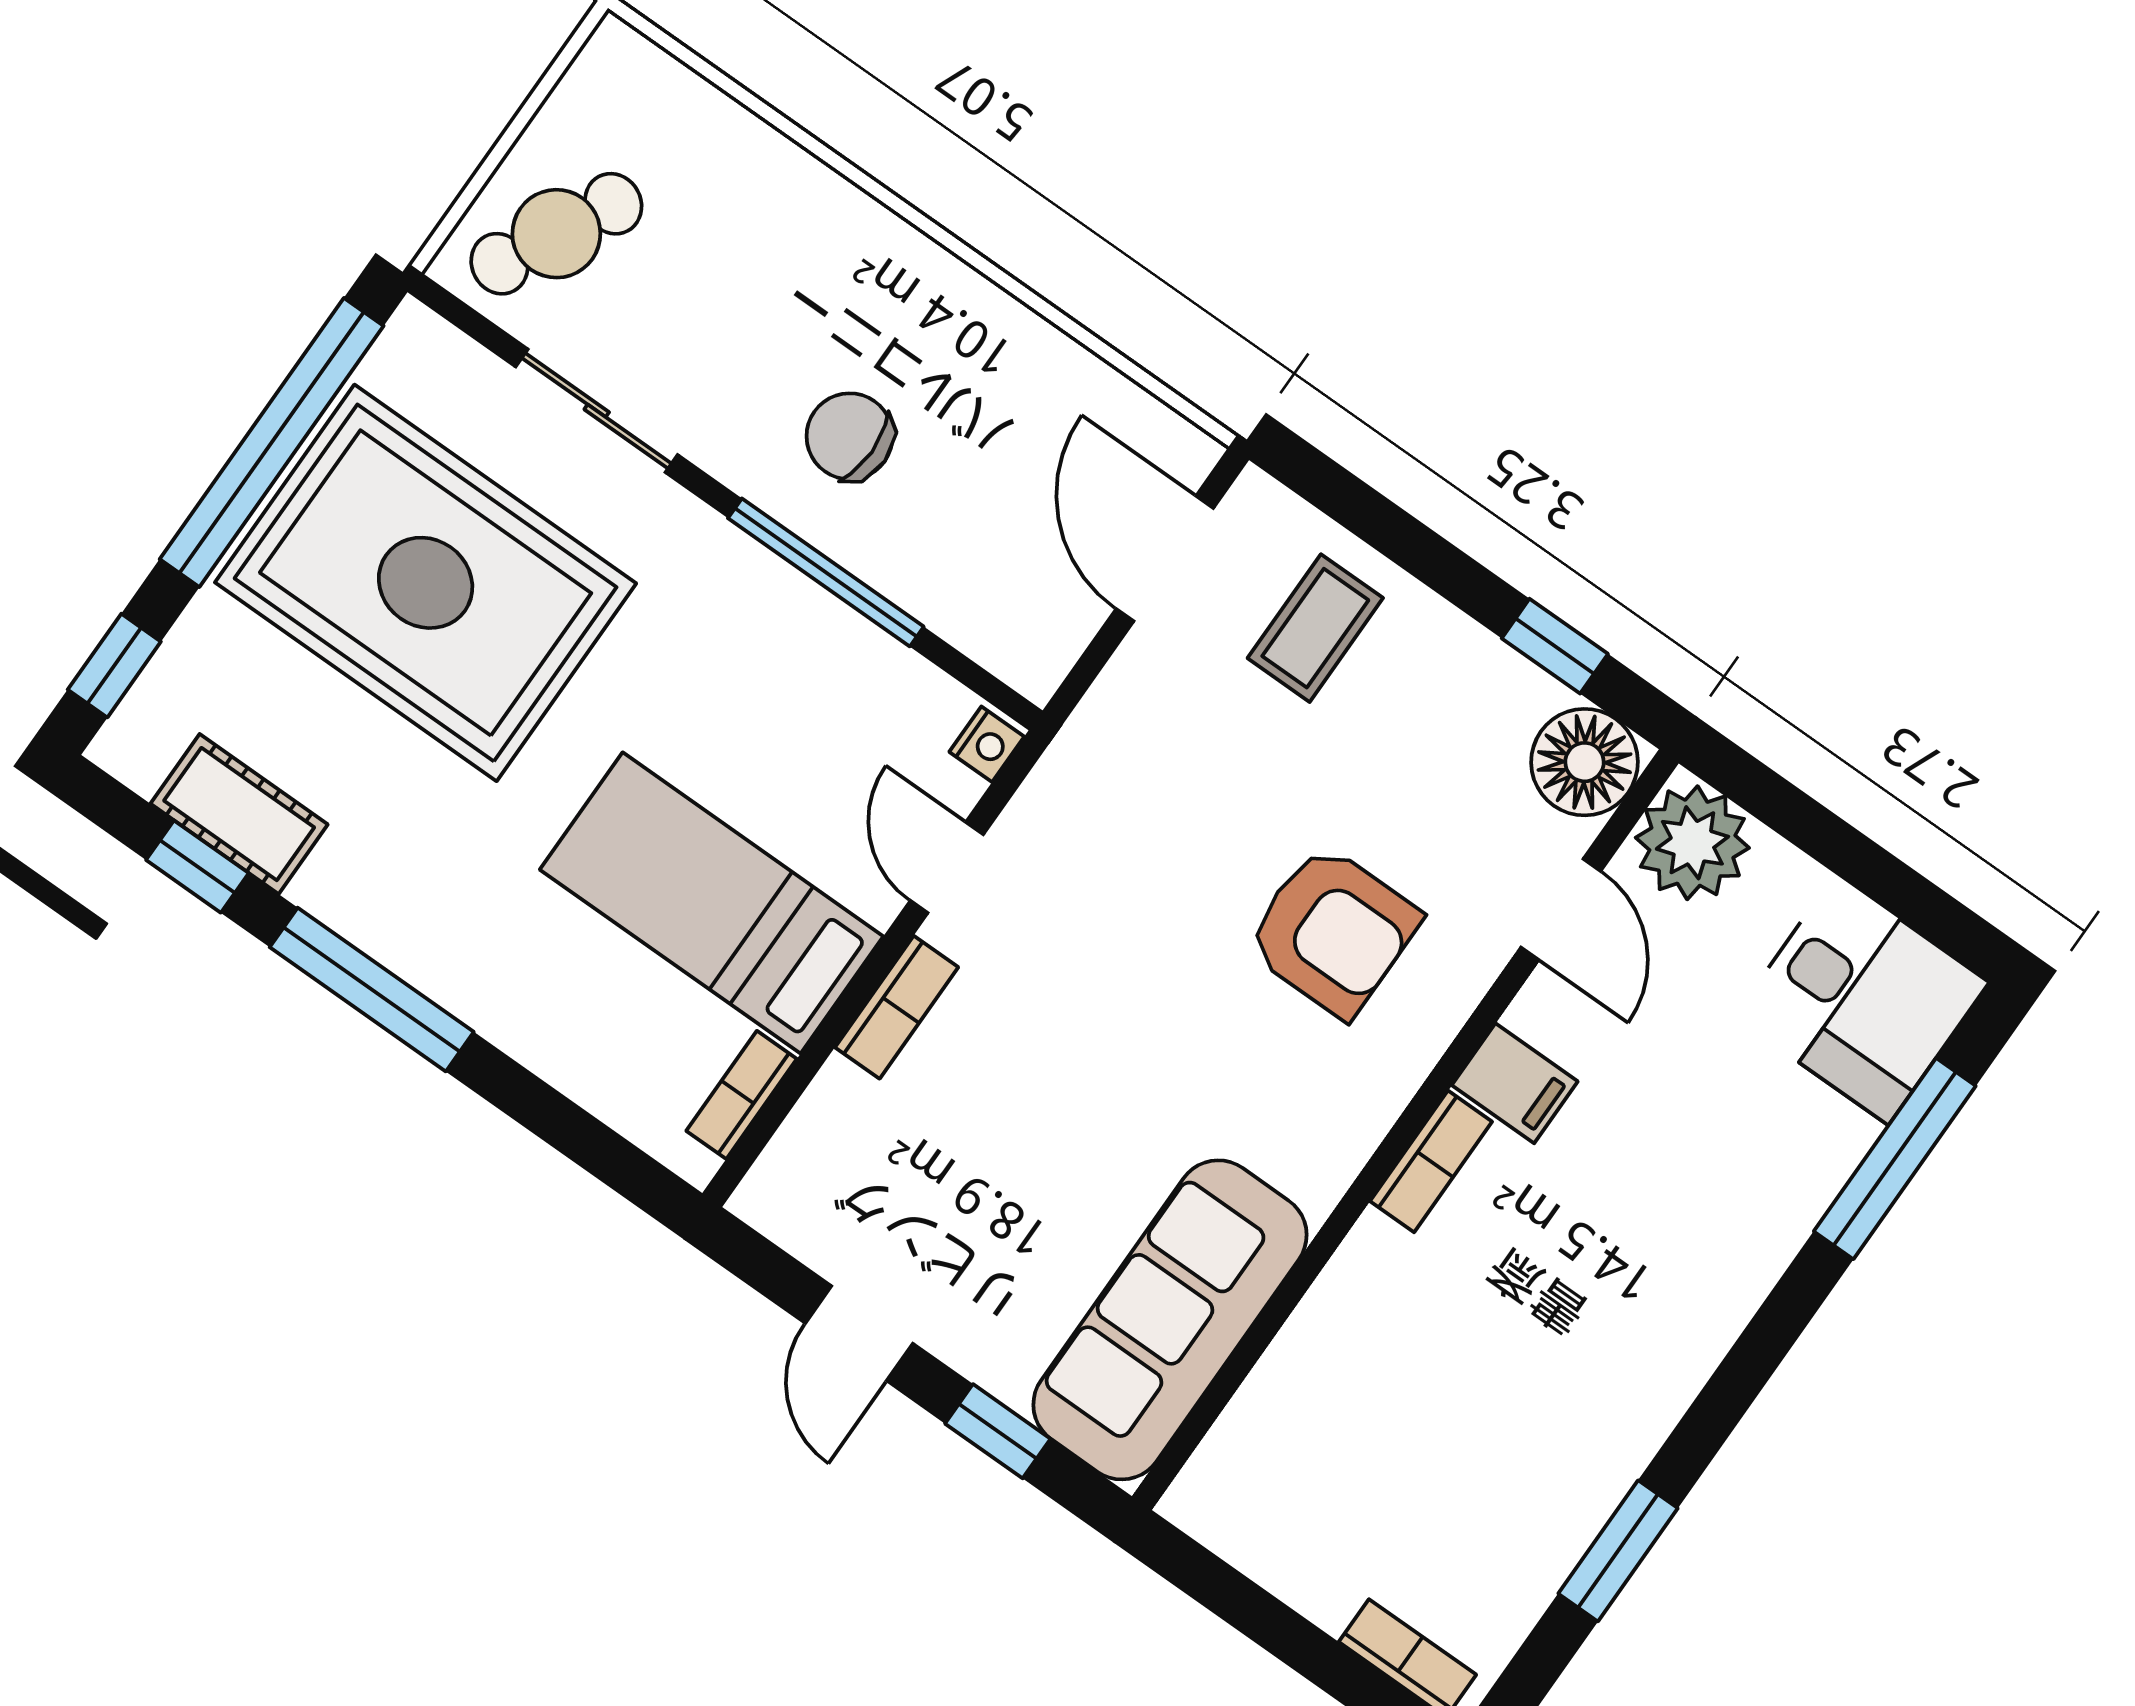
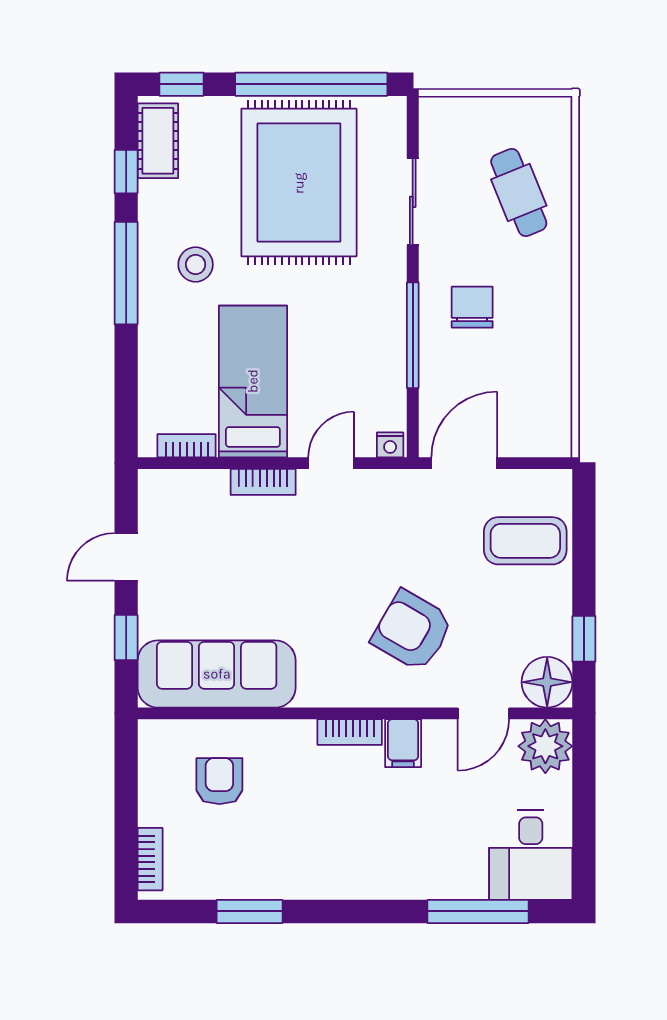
cafe table: (556, 234) -> (519, 192), moved, turned 41
door: (1165, 559) -> (464, 463), moved
coffee table: (1315, 628) -> (525, 541), width x1.36, depth x1.30
cot: (239, 814) -> (158, 141), moved
stool: (441, 860) -> (196, 264), added
armchair: (1333, 931) -> (412, 631), turned 120
armchair: (1357, 1445) -> (219, 781), added

